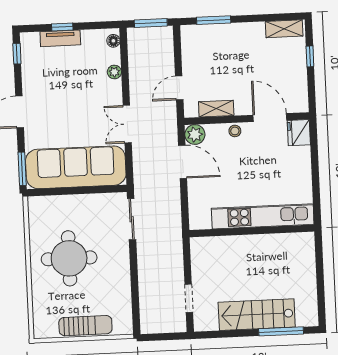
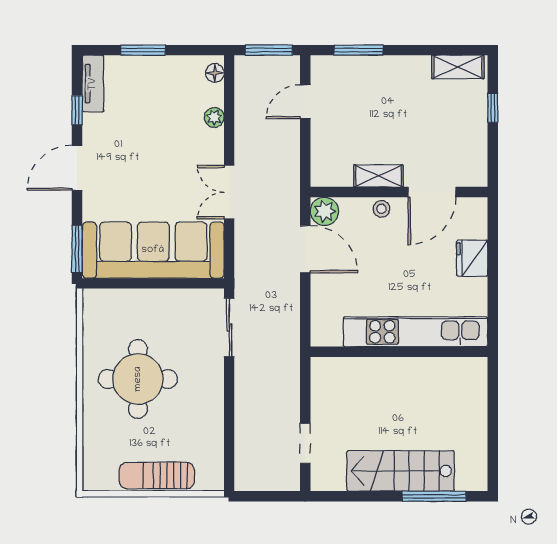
window: (62, 27) -> (143, 50), width x1.50
tv unit: (60, 38) -> (93, 84), moved, turned -90
window: (17, 54) -> (77, 110), moved
door: (179, 88) -> (305, 102), moved
shelving: (216, 109) -> (378, 176), moved
door: (270, 118) -> (432, 192), swing flipped
fridge: (299, 133) -> (472, 258), moved
sun lounger: (85, 326) -> (157, 476), turned 180

